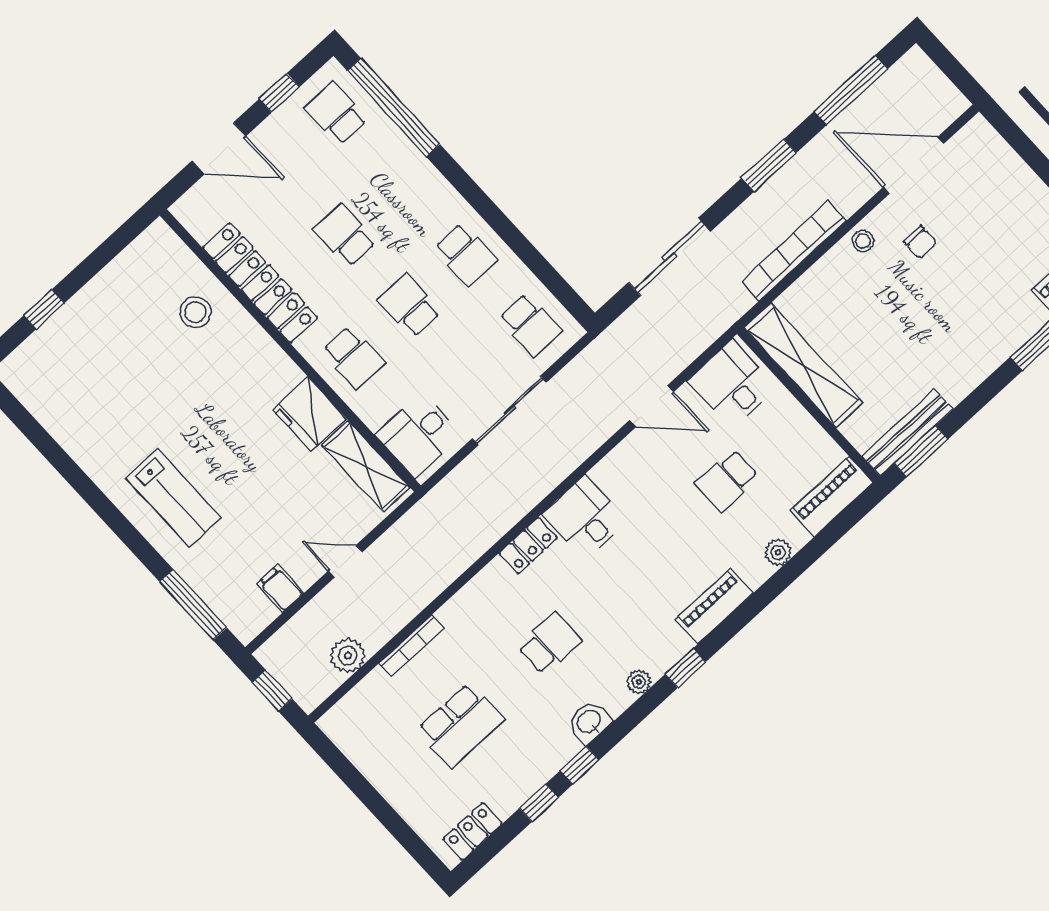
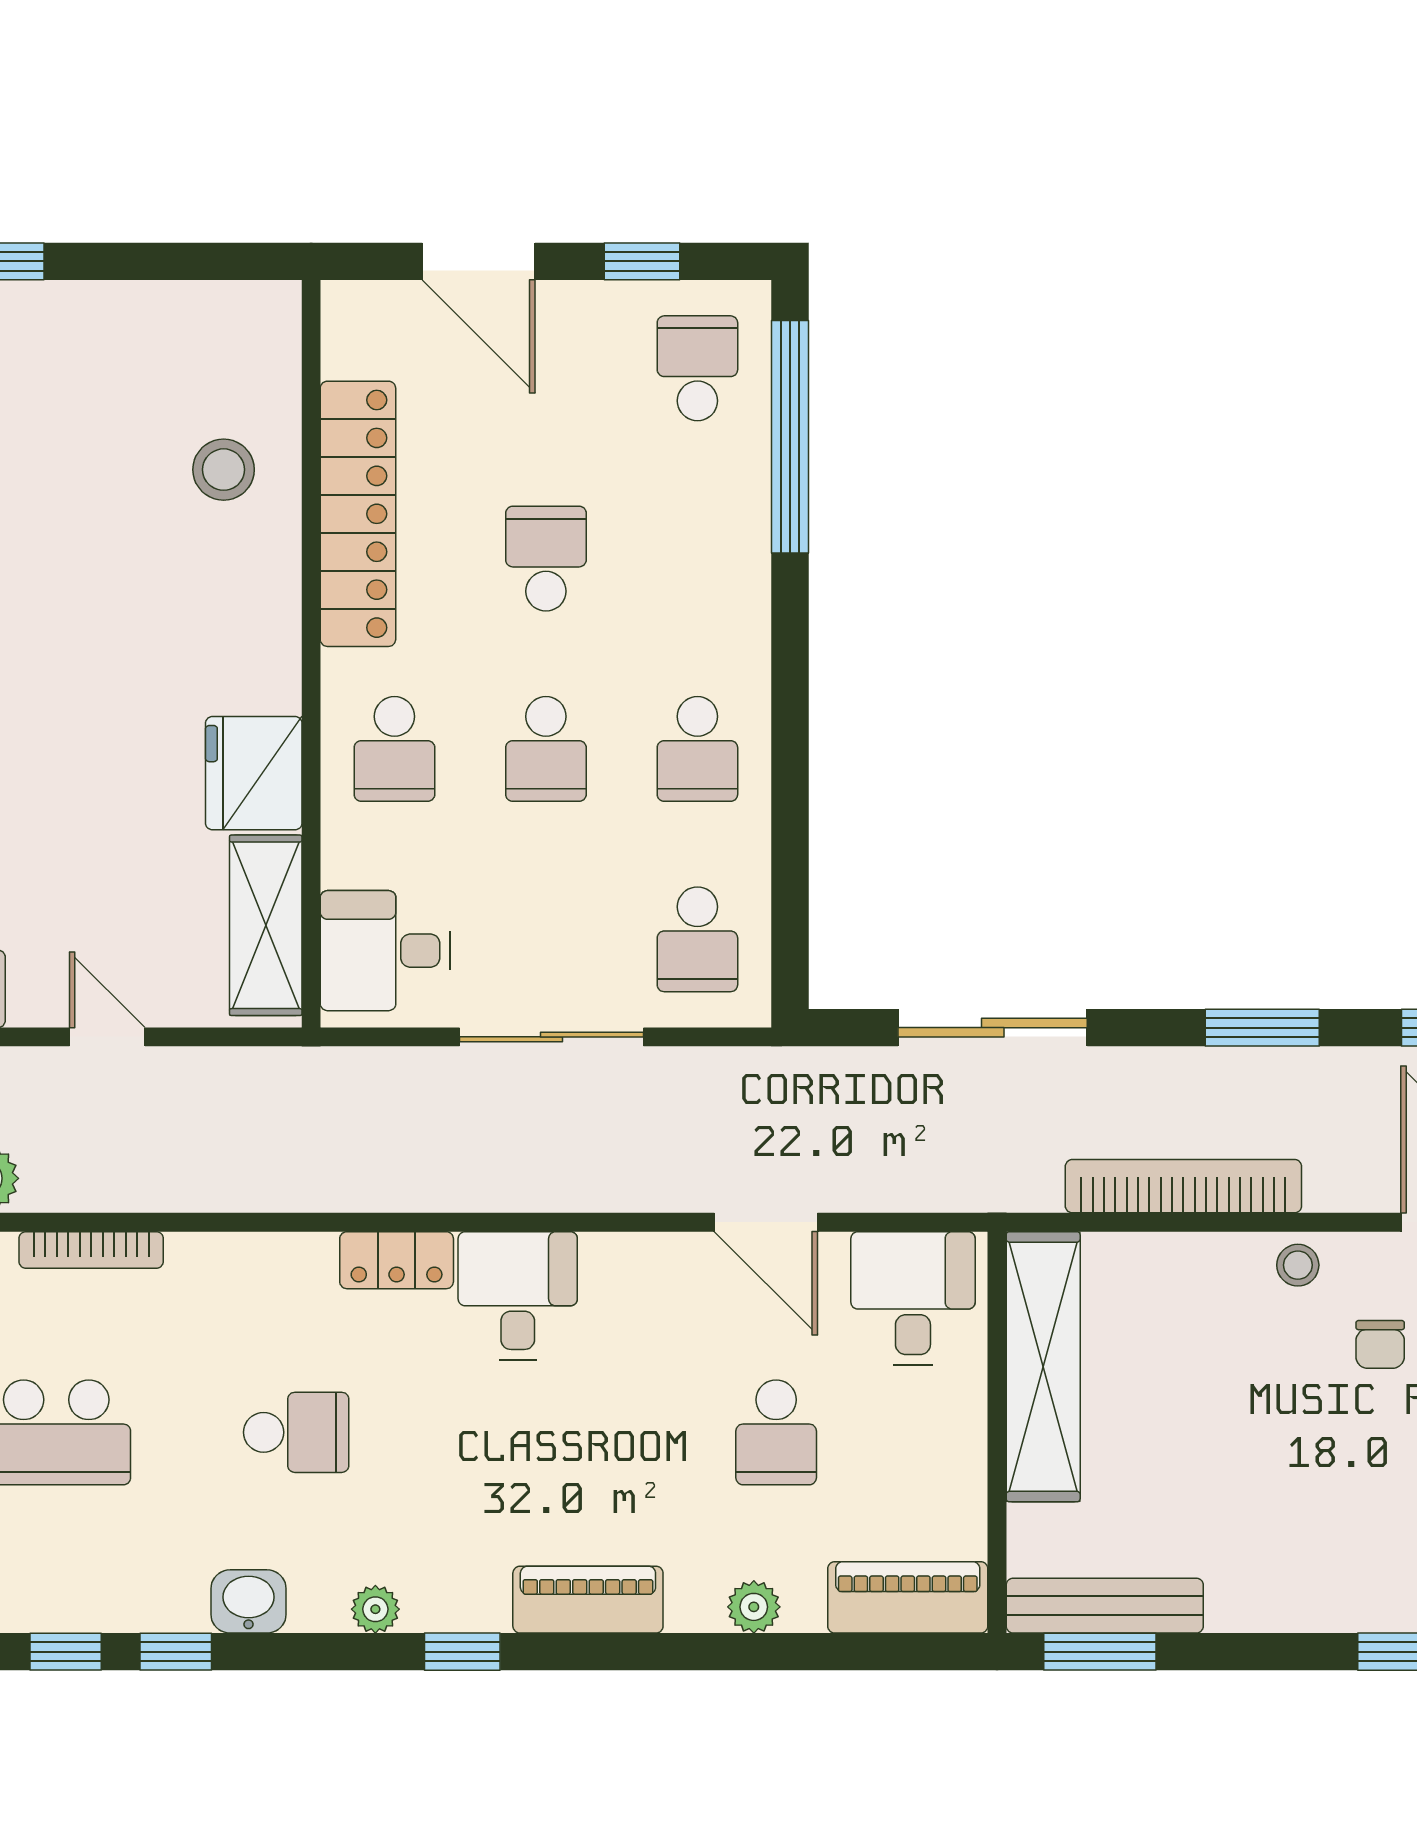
school desk: (409, 306) -> (546, 749), turned 180
school desk: (727, 480) -> (776, 1432), turned -90

